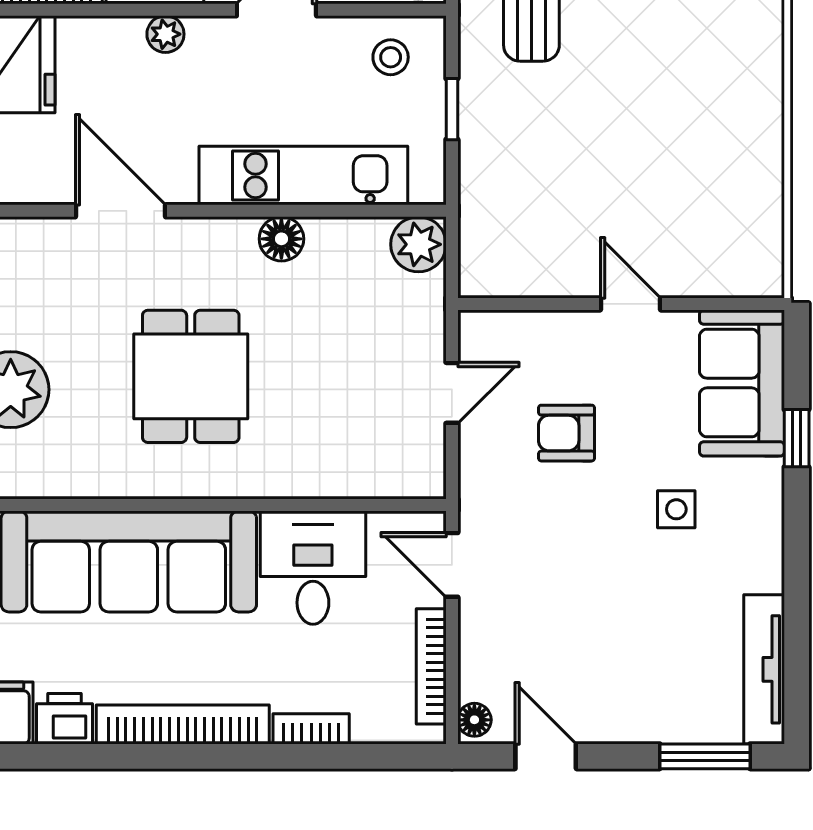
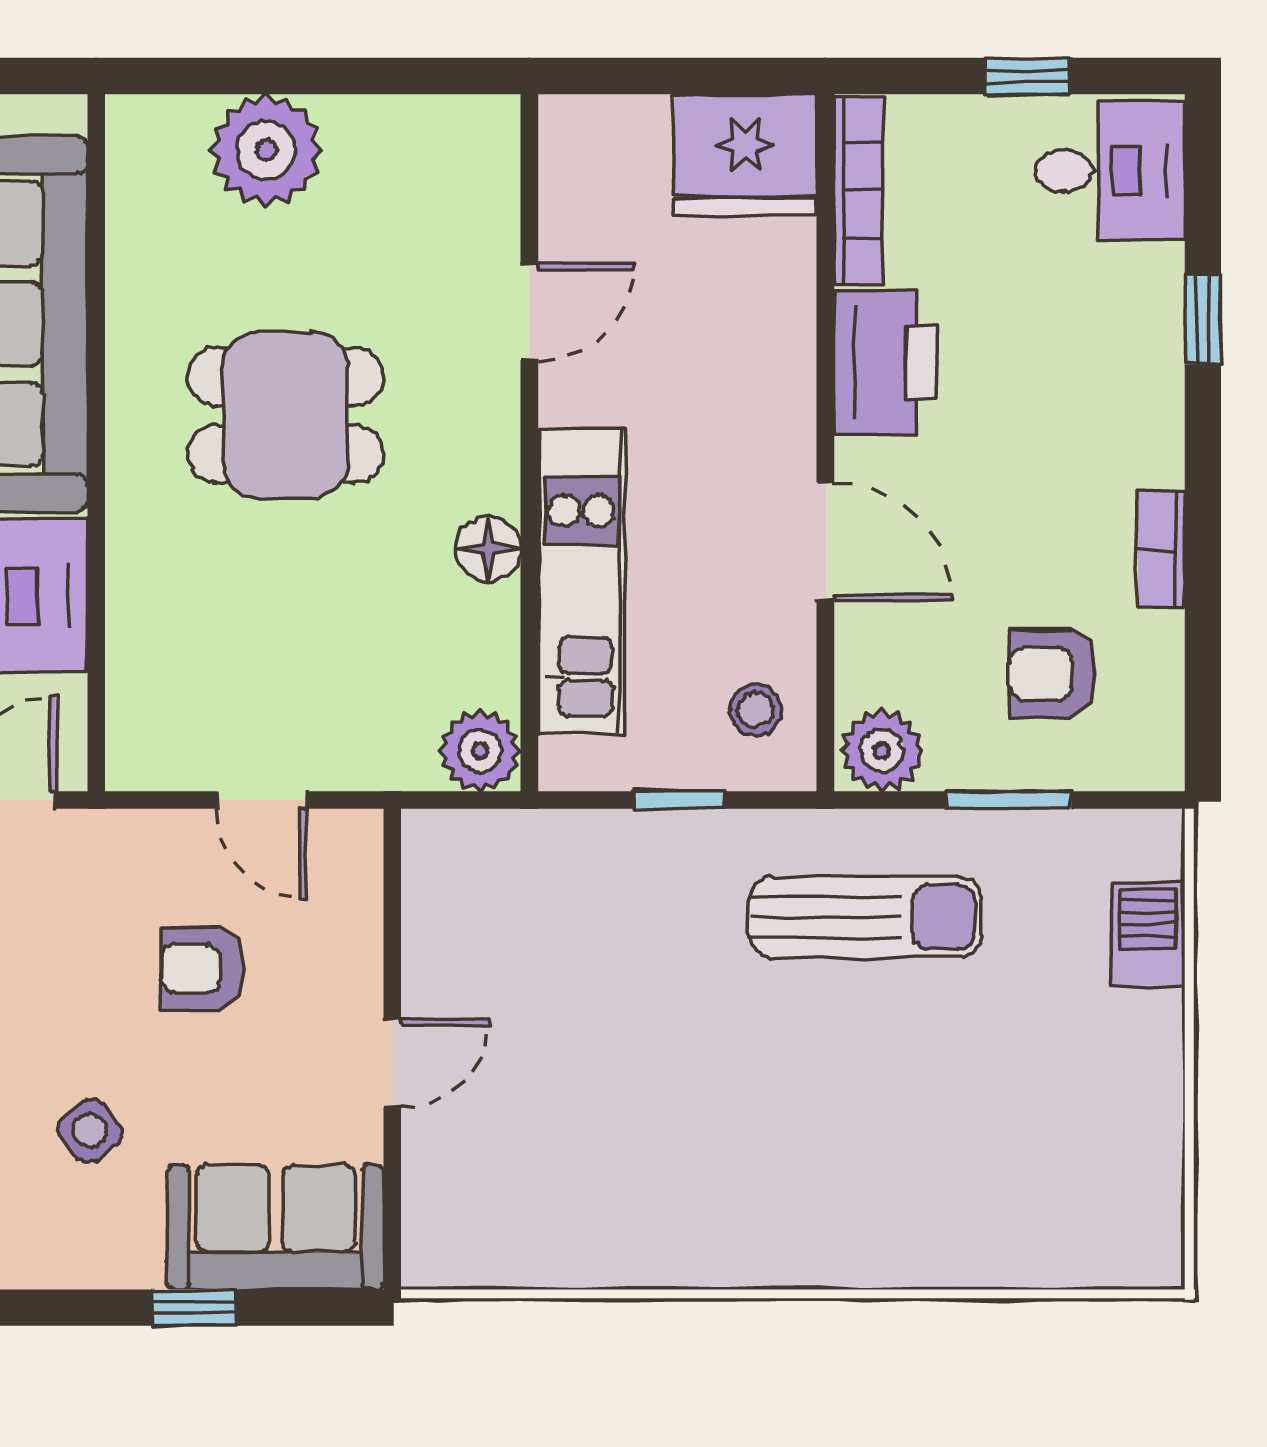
plant: (165, 34) -> (790, 378), removed
door: (120, 211) -> (529, 312), width x0.73
armchair: (566, 433) -> (202, 969), turned -90
side table: (676, 509) -> (90, 1131), turned -36

